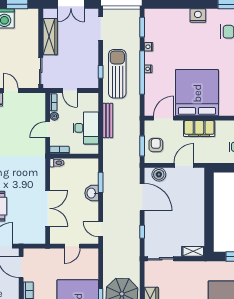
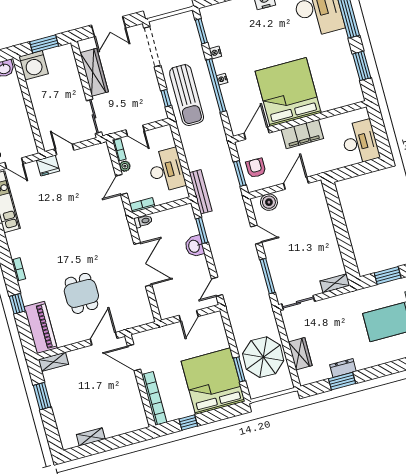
doorway: (101, 29) -> (152, 47), width x1.36
sun lounger: (117, 74) -> (187, 95), turned 180
bench: (108, 120) -> (201, 192), moved
door: (142, 197) -> (256, 235), width x0.53
double door: (48, 208) -> (143, 264), moved
door: (101, 229) -> (217, 287), hinge flipped
window: (142, 232) -> (267, 276), width x2.17

